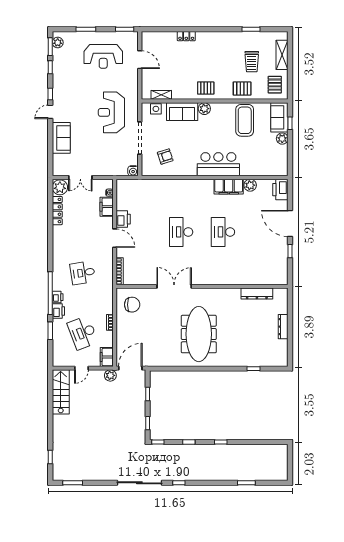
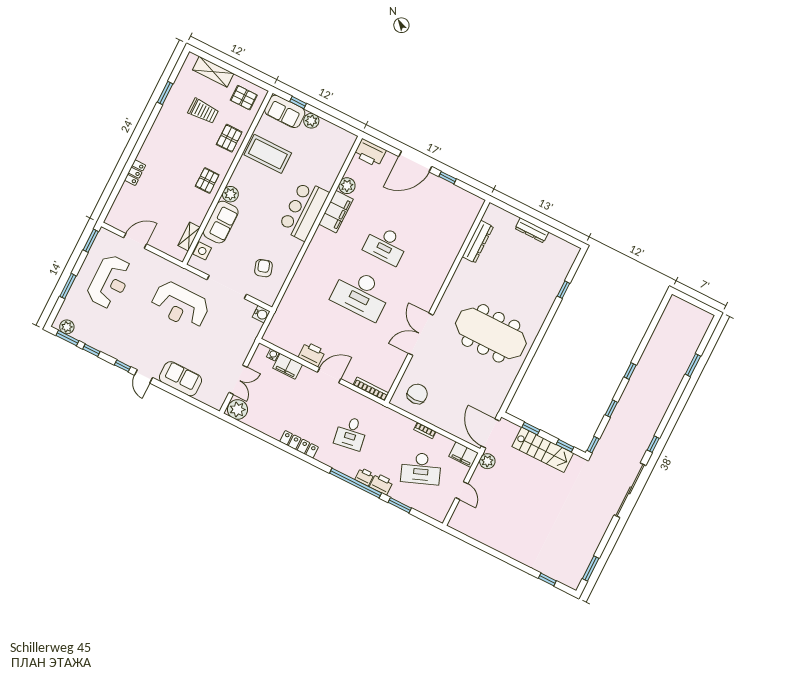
locker: (57, 211) -> (299, 444), moved
desk: (181, 232) -> (361, 294), width x1.36, depth x1.30
stairs: (61, 392) -> (543, 450), moved, turned 180

